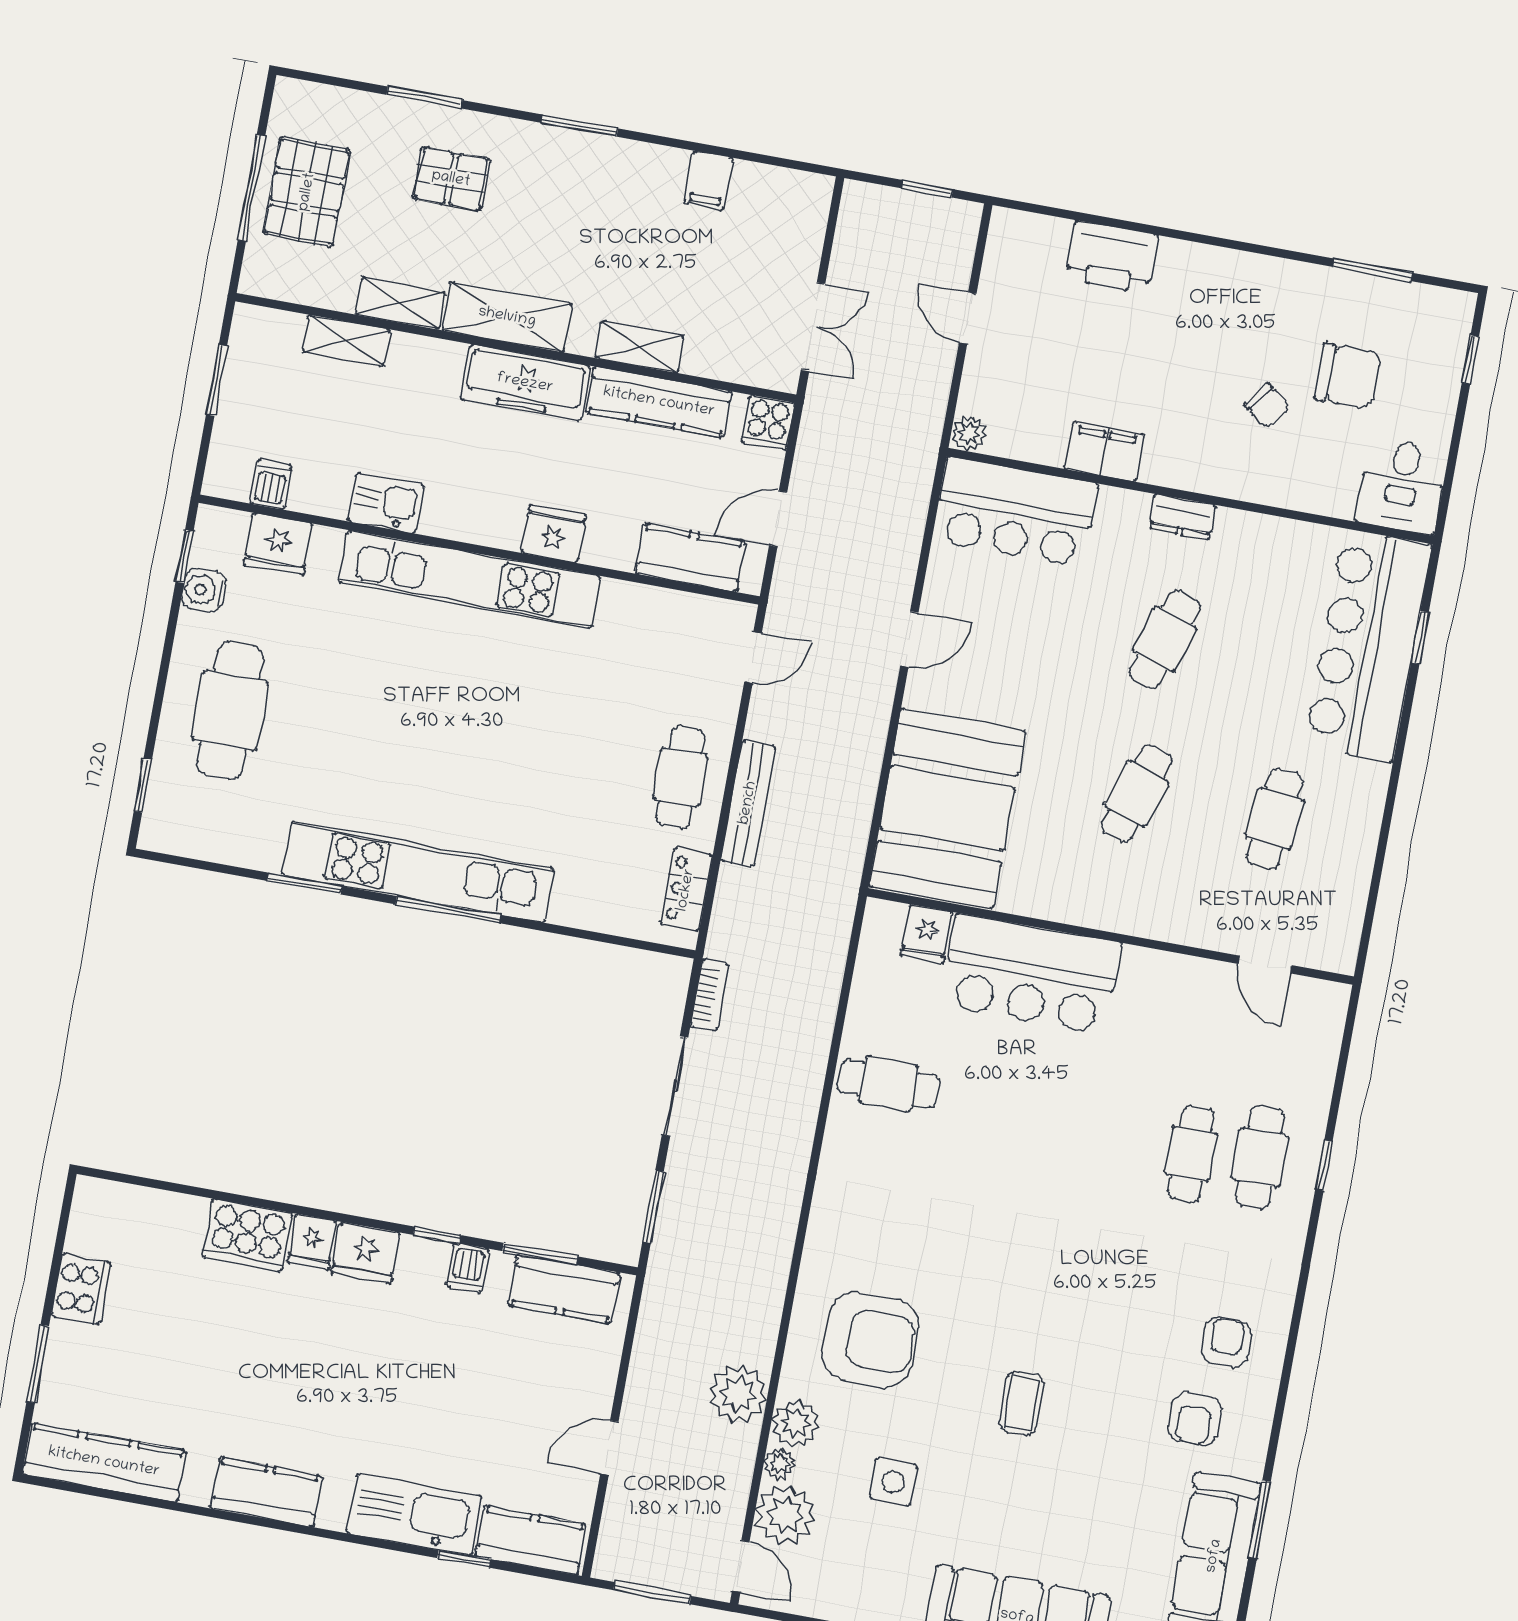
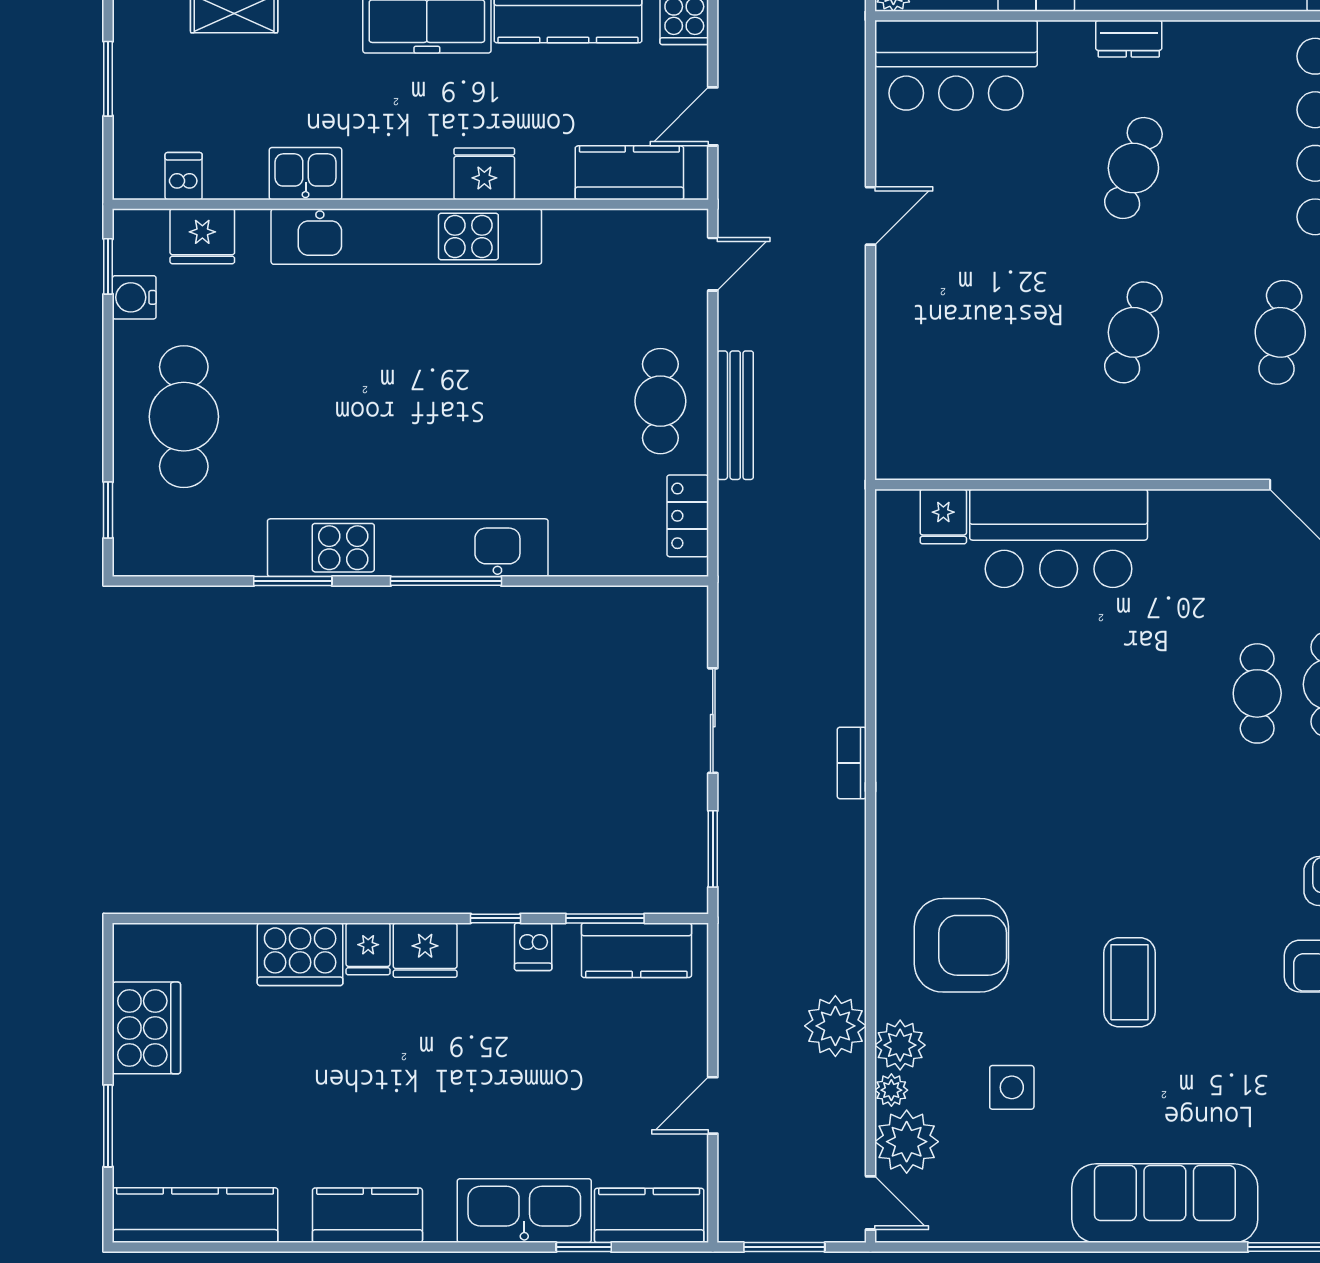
booth: (947, 808) -> (942, 383), removed
bookcase: (710, 995) -> (852, 763), moved, turned 180
cafe table: (888, 1084) -> (932, 678), removed
cooker: (81, 1289) -> (146, 1028), width x1.37, depth x1.31
coffee table: (1022, 1403) -> (1129, 982), width x1.36, depth x1.30

